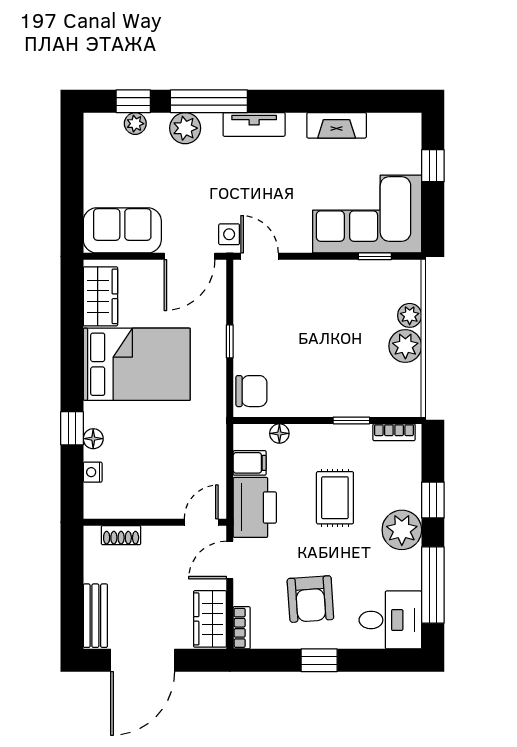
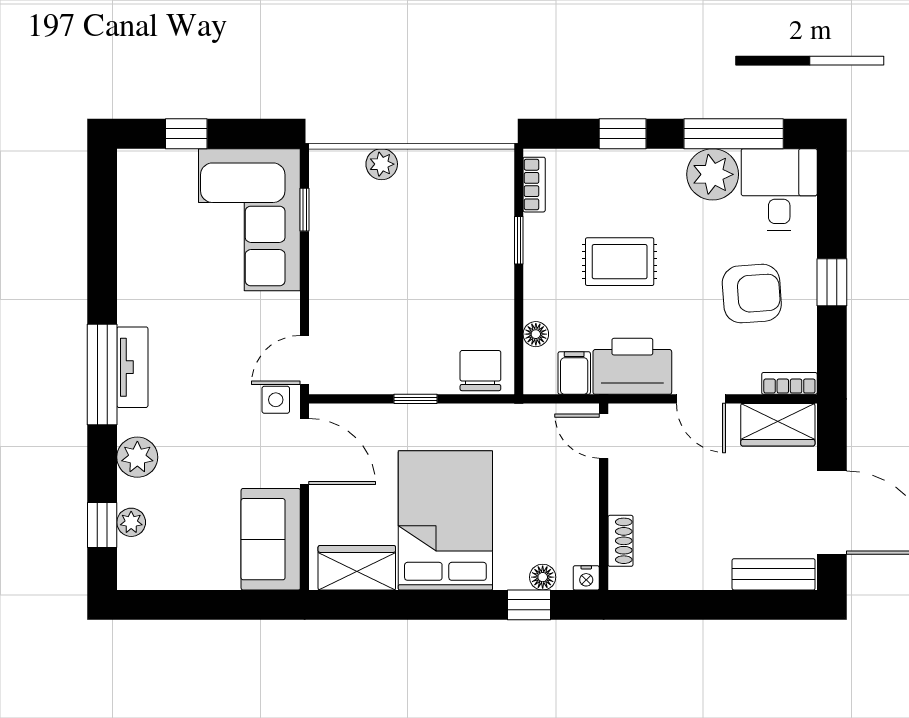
window: (209, 101) -> (102, 375), moved
fireplace: (337, 125) -> (134, 260), removed
plant: (405, 346) -> (422, 170), removed
wall: (155, 522) -> (604, 497), moved
door: (201, 522) -> (604, 436), moved
plant: (402, 530) -> (713, 174), moved
shoe rack: (121, 535) -> (621, 541), moved

